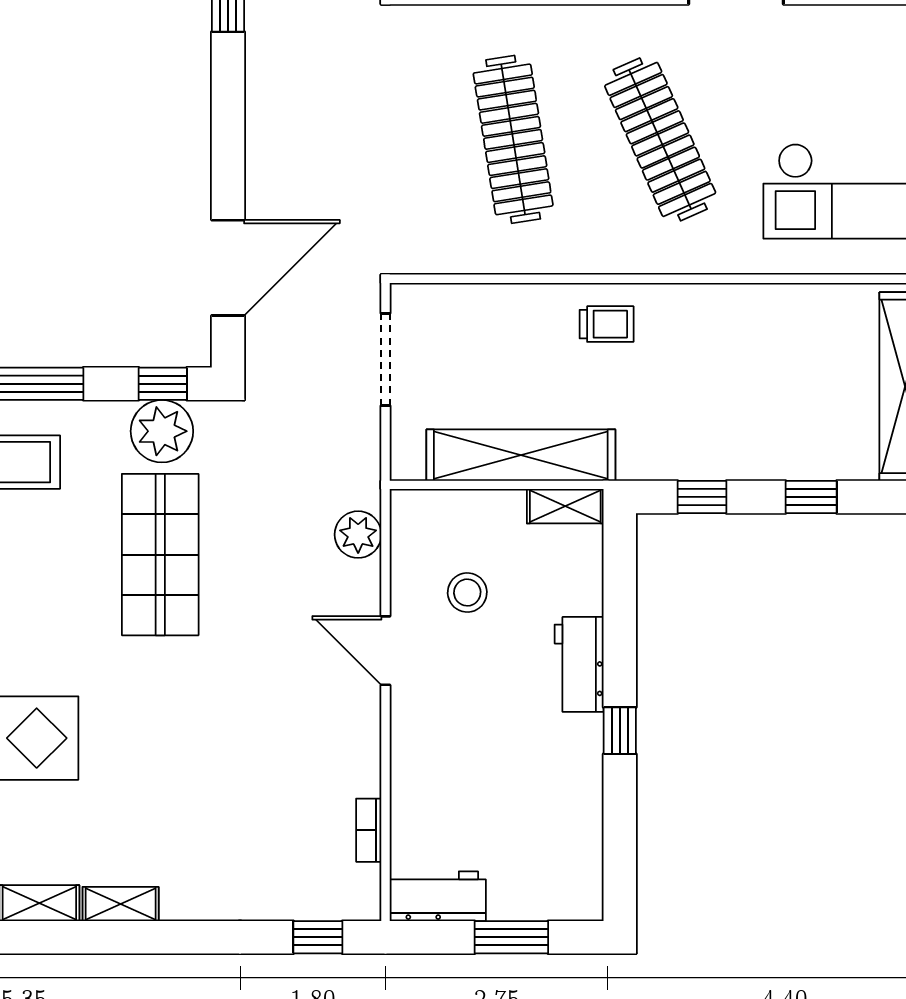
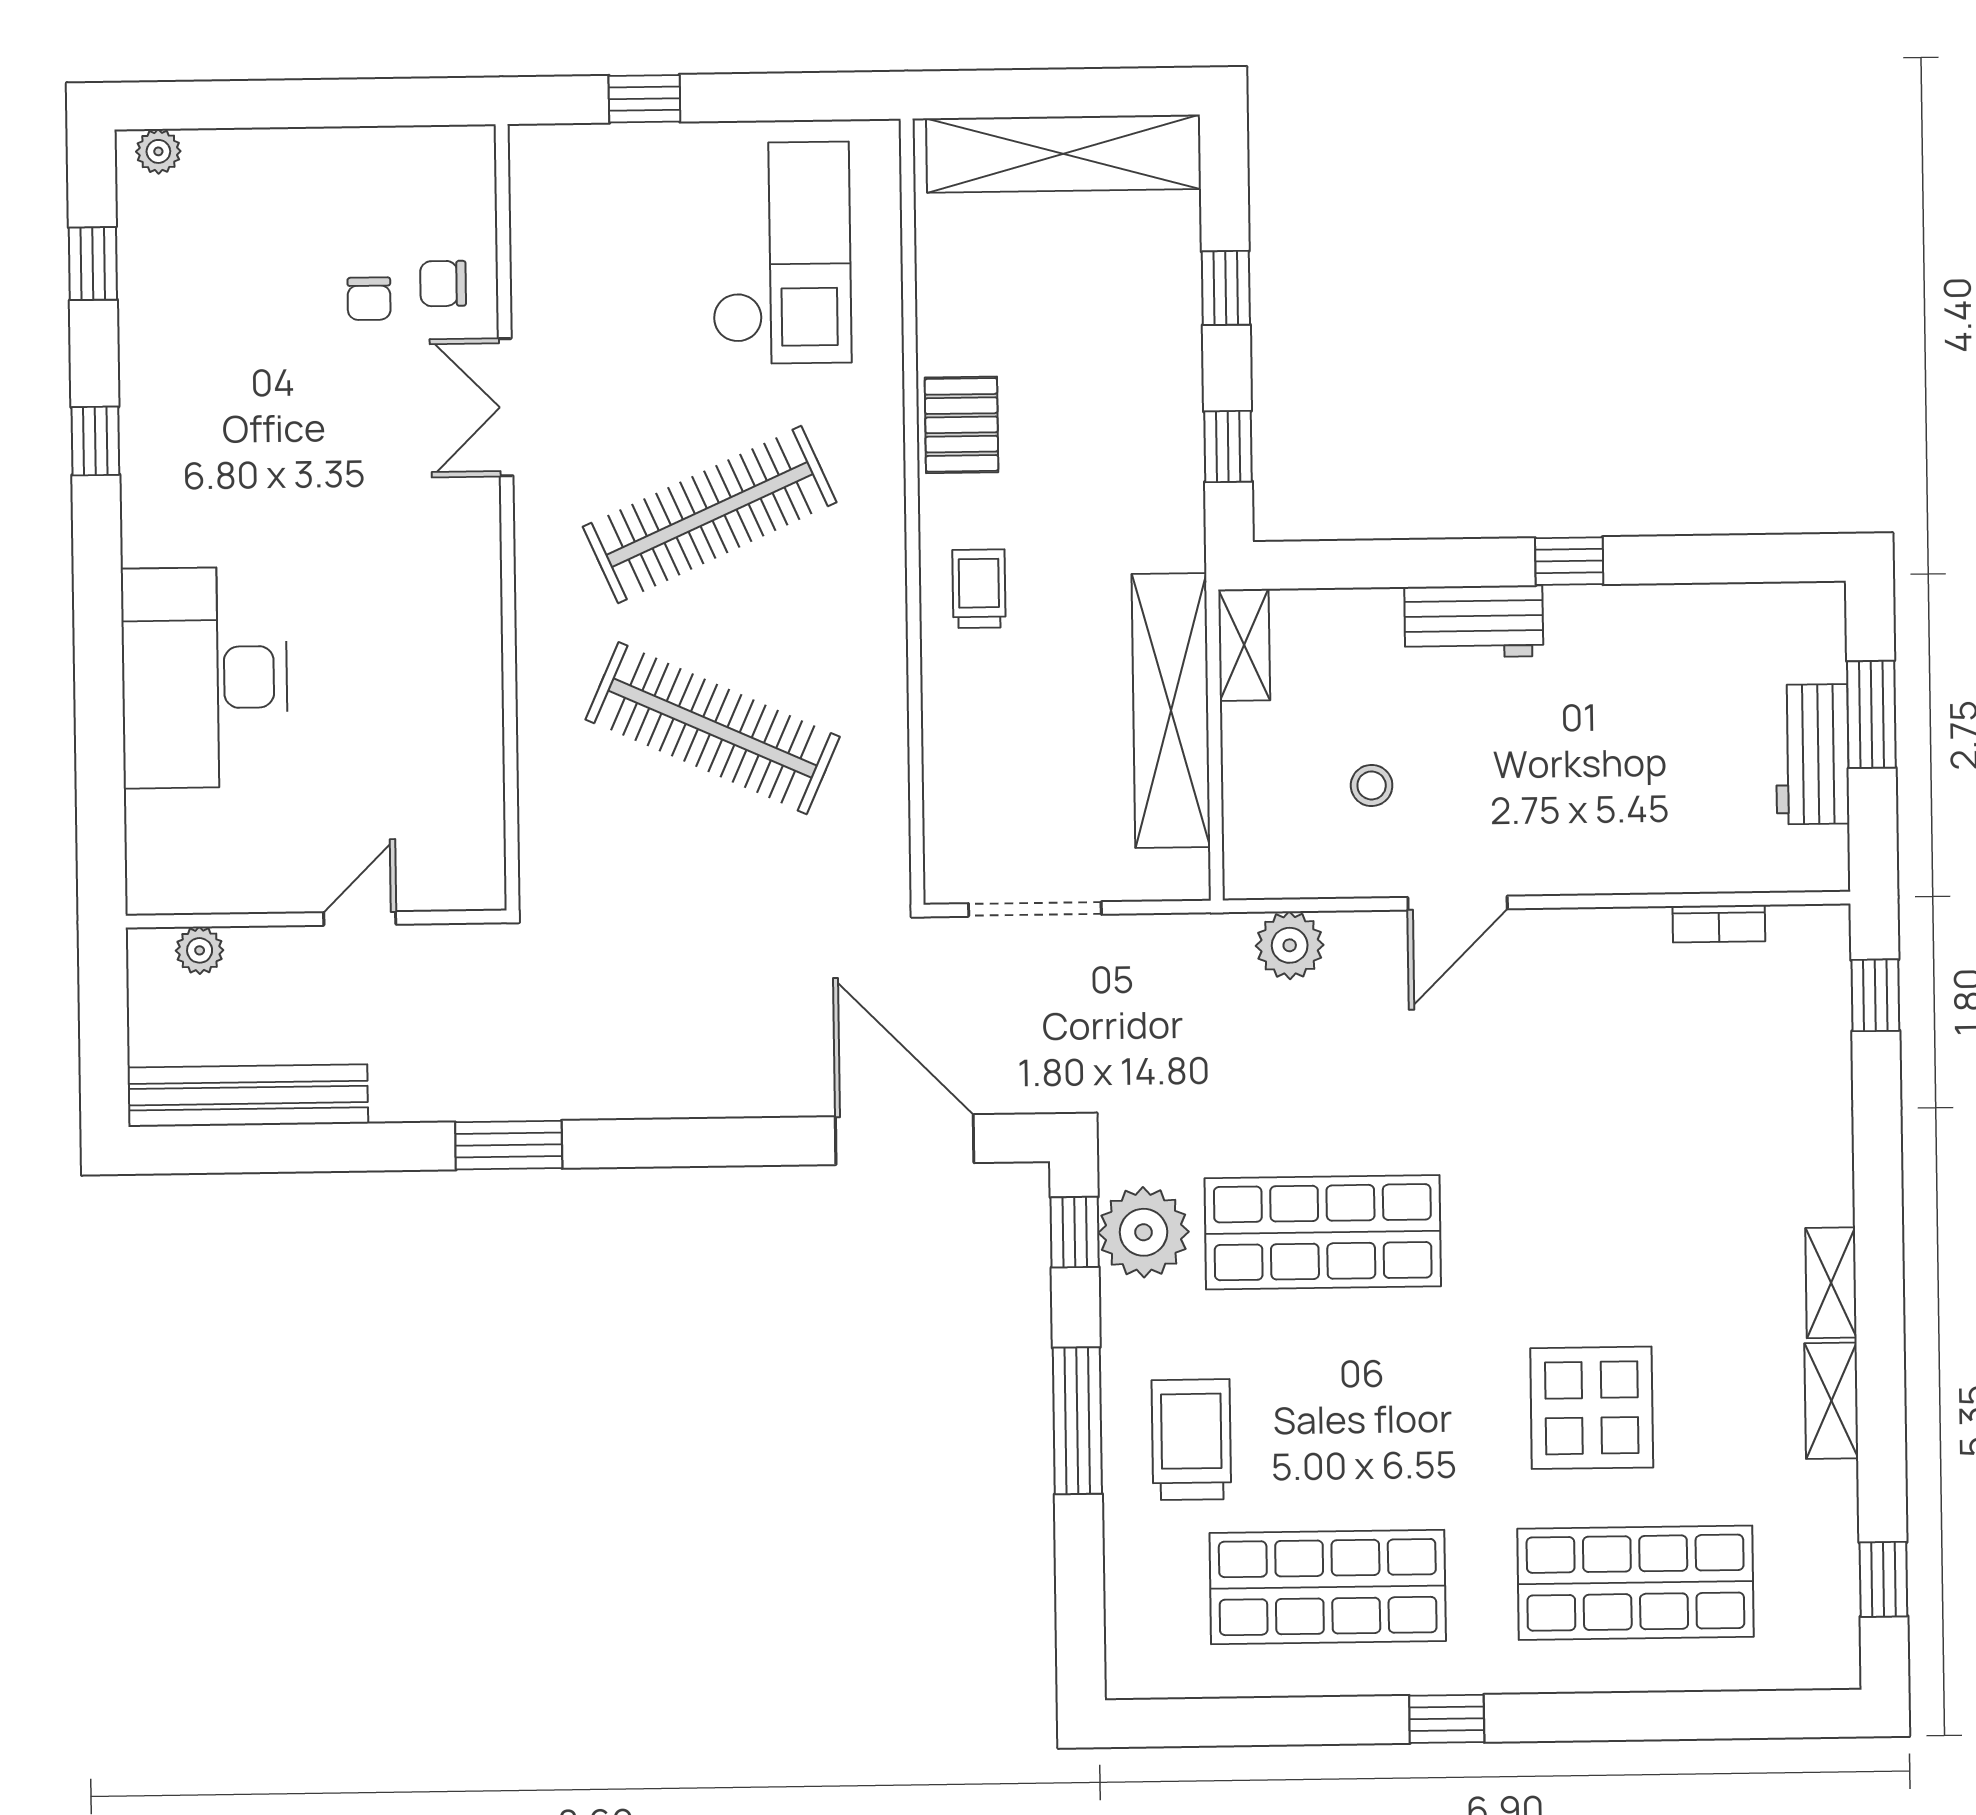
clothes rail: (513, 139) -> (713, 728), turned 33
pallet: (719, 314) -> (961, 425), added
stool: (467, 592) -> (1372, 785), width x0.73, depth x0.73
workbench: (438, 896) -> (1812, 754), moved

